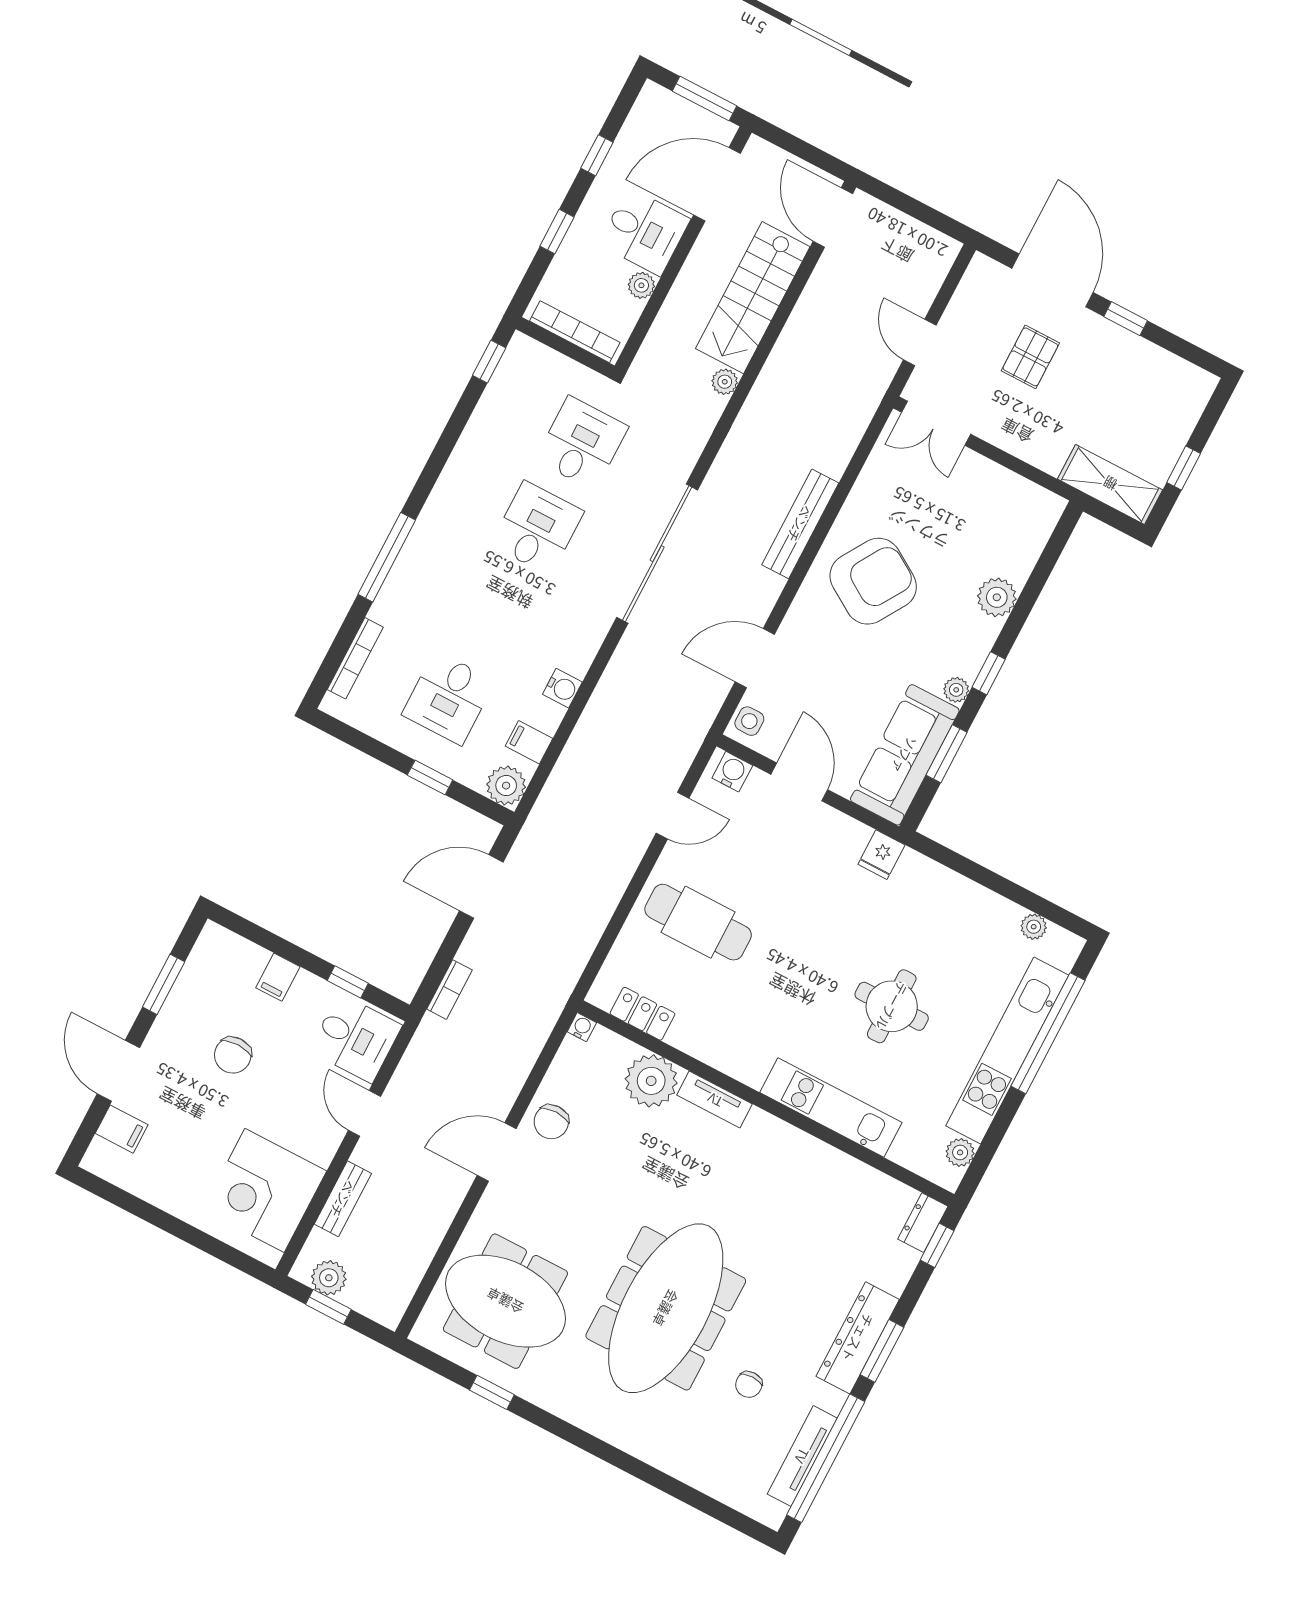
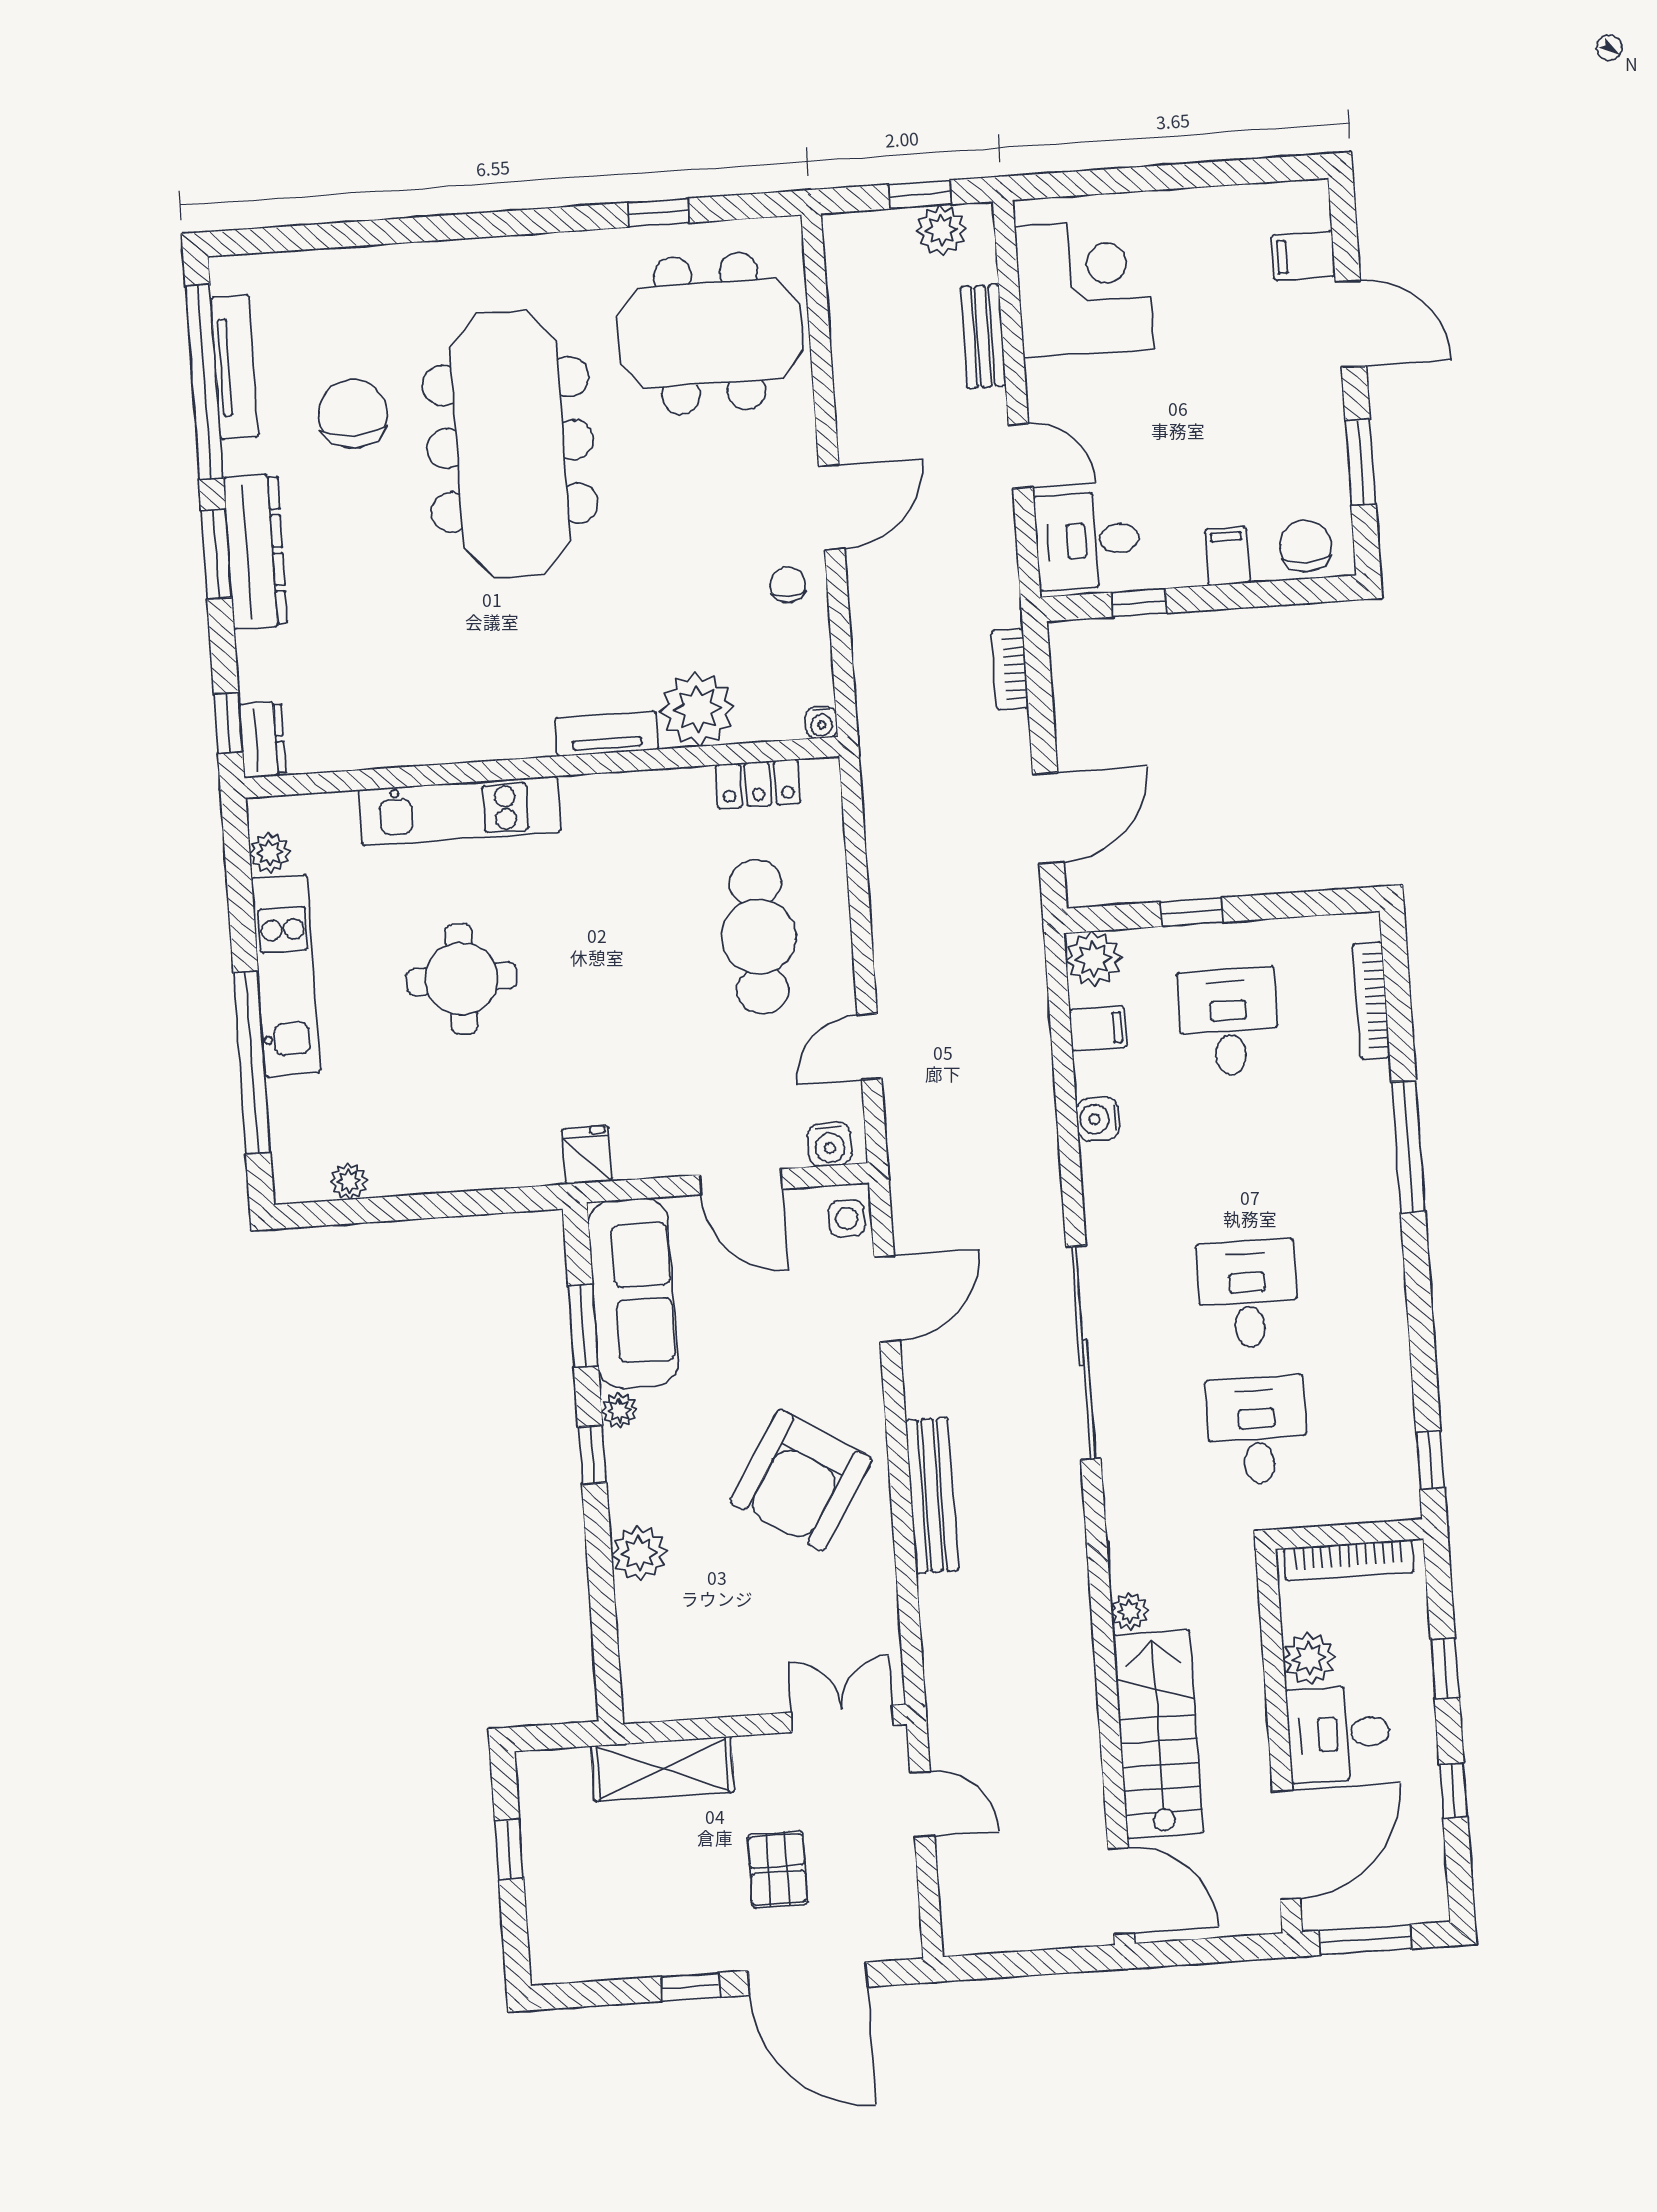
plant: (641, 285) -> (1309, 1658), width x1.38, depth x1.38
desk: (582, 443) -> (1257, 1430), turned 180
shelving: (1110, 484) -> (663, 1769), moved
desk: (537, 528) -> (1248, 1294), turned 180
cafe table: (698, 922) -> (759, 936), turned 90
kitchen unit: (1007, 1050) -> (286, 975), width x0.73
chair: (233, 1055) -> (1305, 546), moved
chair: (551, 1122) -> (788, 585), width x0.73, depth x0.73
chair: (749, 1384) -> (353, 414), width x1.87, depth x1.87

